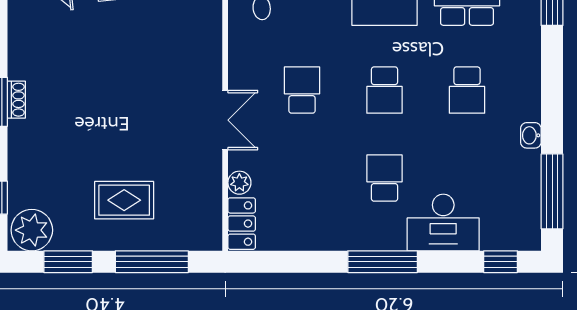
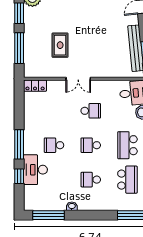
school desk: (385, 178) -> (54, 145), turned 180
plant: (239, 183) -> (52, 85), removed
rug: (124, 200) -> (60, 45), moved
window: (501, 262) -> (19, 176), moved

